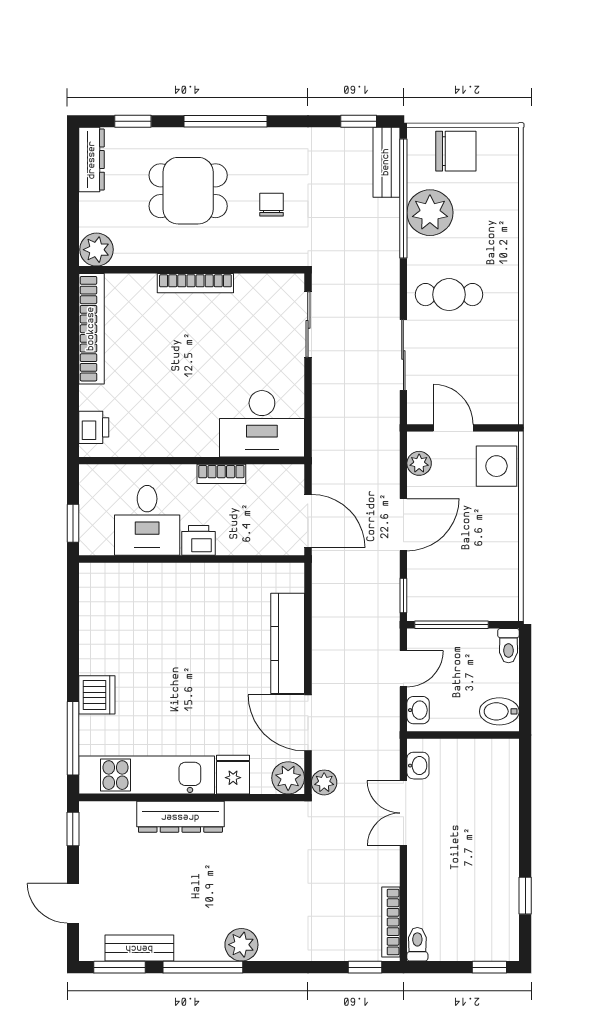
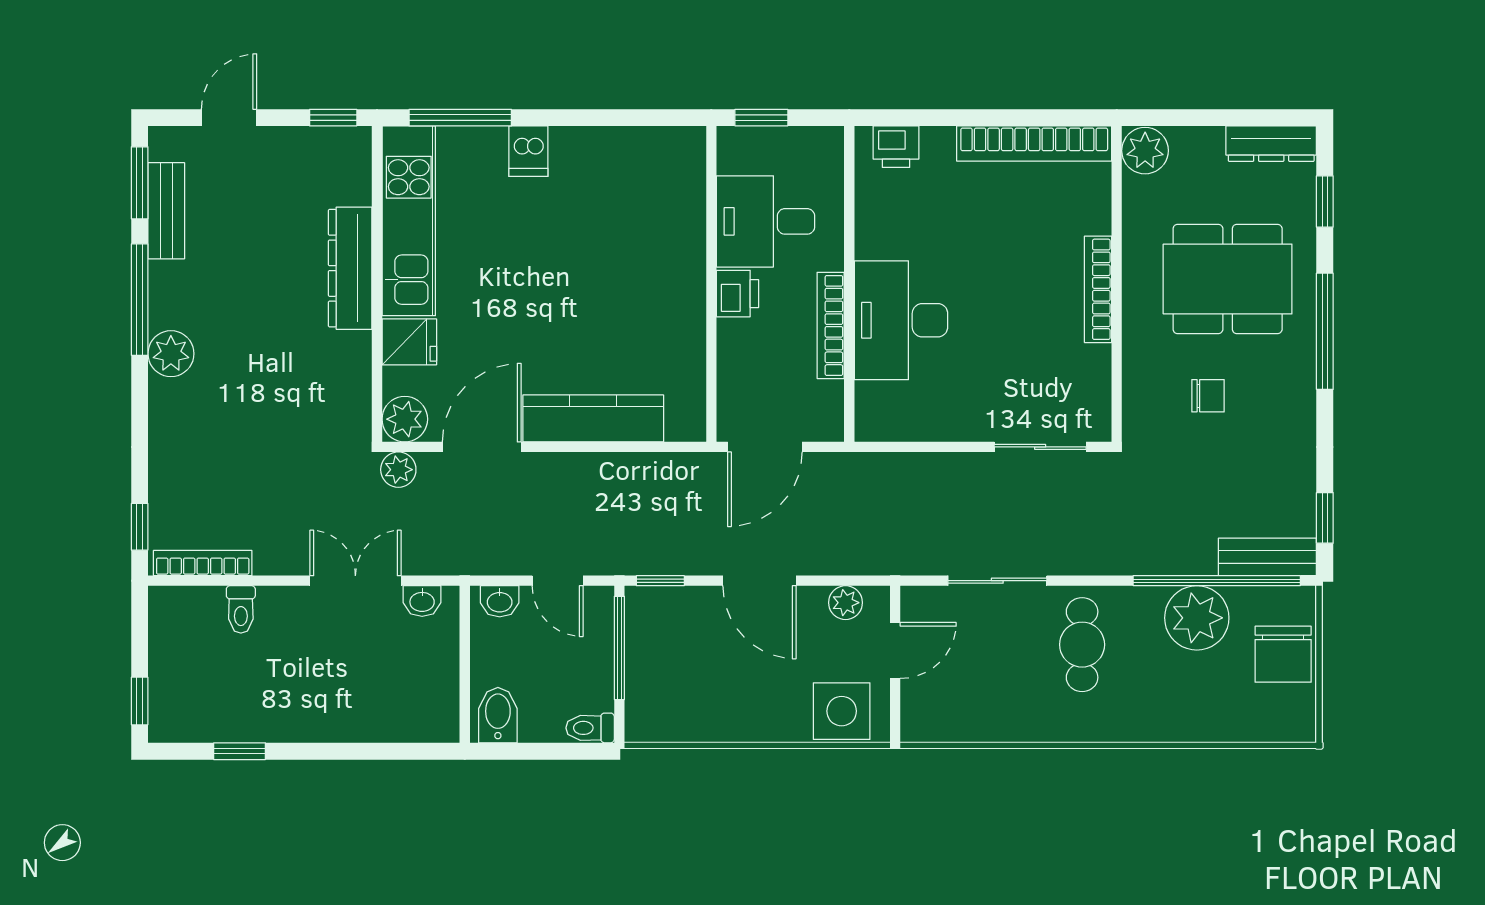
dining table: (188, 191) -> (1228, 279), width x1.38
desk: (262, 424) -> (901, 320), moved
bookcase: (221, 474) -> (831, 325), width x1.56
dishwasher: (97, 695) -> (528, 151), width x0.73
toilet: (417, 944) -> (241, 609), moved, turned 90

